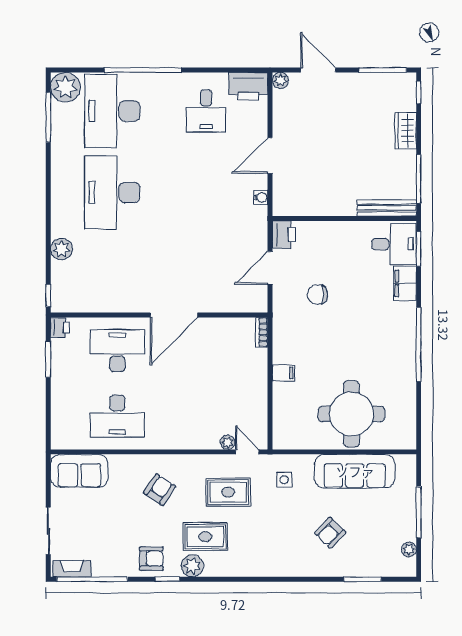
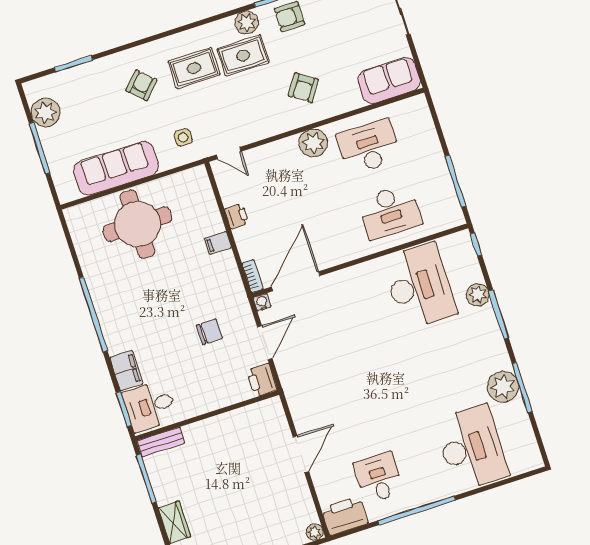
window: (143, 70) -> (417, 510), moved
plant: (65, 87) -> (503, 387), moved
window: (48, 117) -> (522, 388), moved
desk: (112, 192) -> (419, 286), moved
water cooler: (261, 197) -> (262, 302), moved, turned 90
bench: (387, 208) -> (161, 442), width x0.73
window: (48, 225) -> (498, 314), added
door: (174, 315) -> (296, 281), moved
printer: (60, 327) -> (237, 216), moved, turned 180
window: (48, 359) -> (455, 181), width x1.44
plant: (228, 442) -> (313, 143), moved, width x1.87, depth x1.87
rug: (228, 492) -> (194, 68), moved
armchair: (330, 533) -> (141, 85), moved
plant: (409, 549) -> (46, 112), width x1.87, depth x1.87

